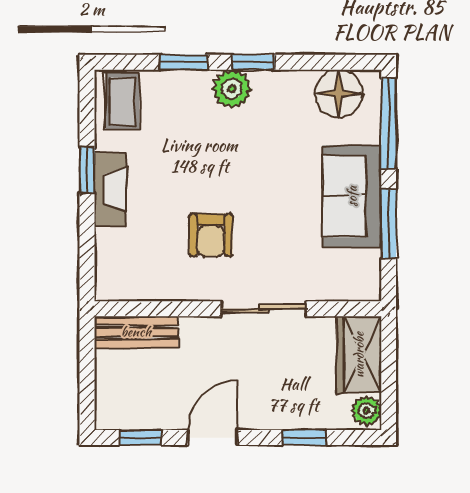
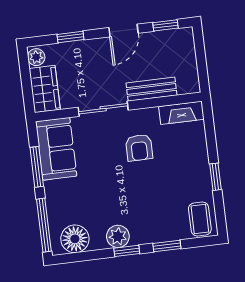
plant: (232, 89) -> (118, 236), moved
fireplace: (110, 189) -> (181, 113), moved, turned -90
sofa: (352, 196) -> (56, 149), moved
armchair: (211, 235) -> (139, 148), turned 180
bench: (136, 332) -> (151, 89), moved

